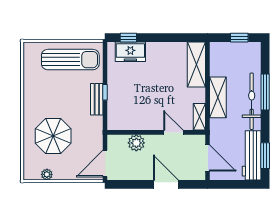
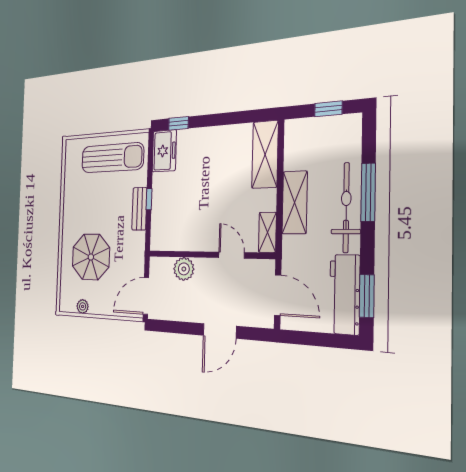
freezer: (130, 52) -> (164, 151), moved, turned -90
door: (166, 184) -> (220, 331), swing flipped

